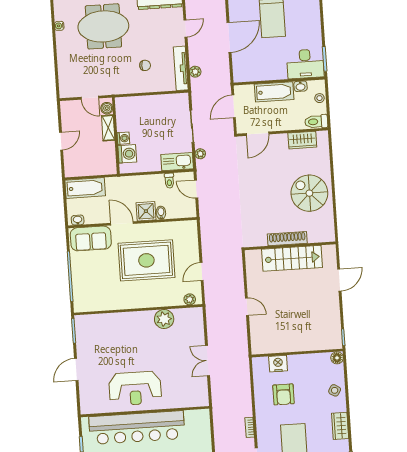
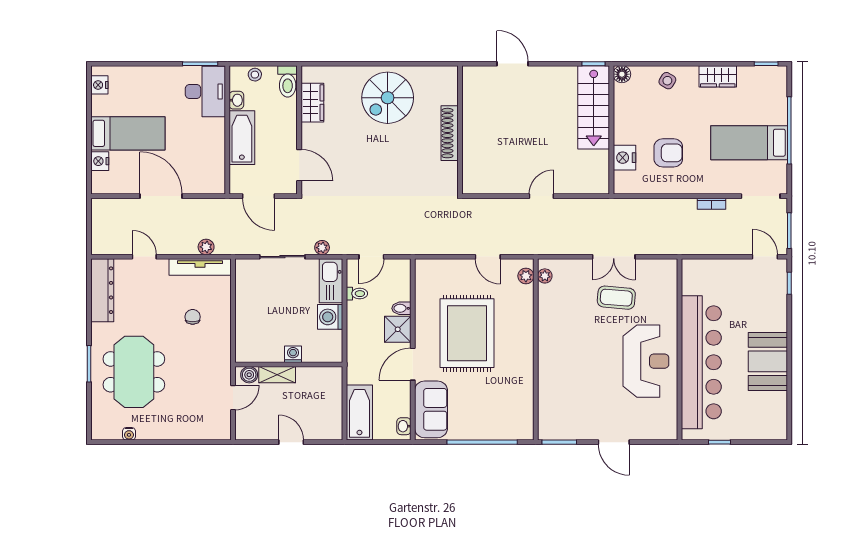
washing machine: (127, 154) -> (330, 317), moved, turned -90
stairs: (292, 258) -> (594, 107), moved, turned 180
plant: (164, 319) -> (545, 276), moved, width x0.53, depth x0.53
coffee table: (179, 364) -> (616, 298), added

